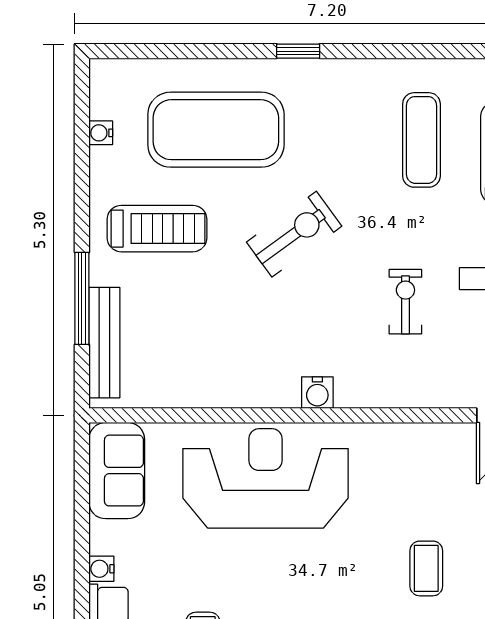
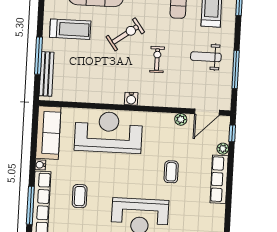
exercise bike: (405, 302) -> (157, 60), moved
plant: (443, 437) -> (181, 119), added
sofa: (117, 471) -> (48, 133), width x1.36

